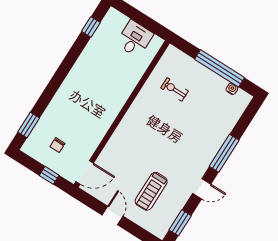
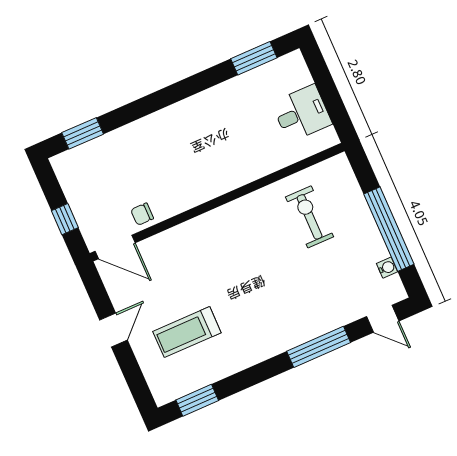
window: (91, 27) -> (254, 58), width x1.50
exercise bike: (174, 89) -> (310, 217), width x1.38, depth x1.39
chair: (57, 145) -> (142, 214), moved
door: (202, 189) -> (383, 319), moved

